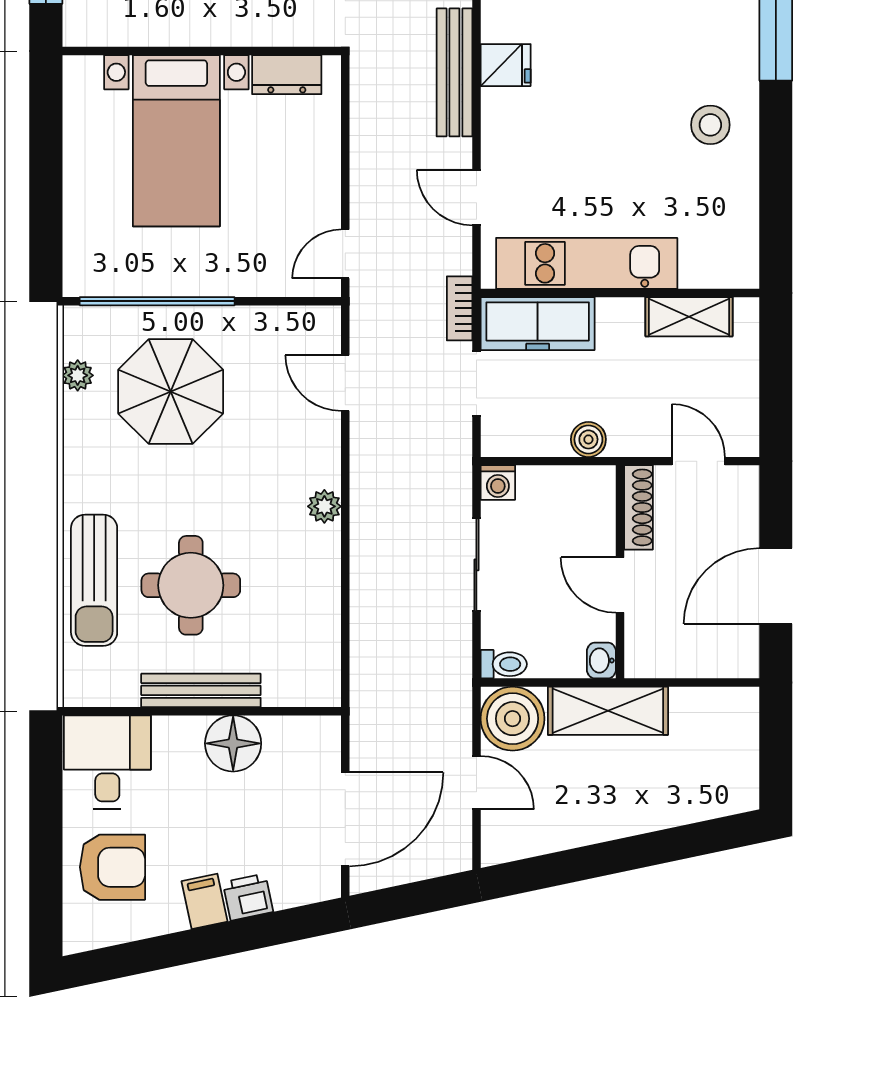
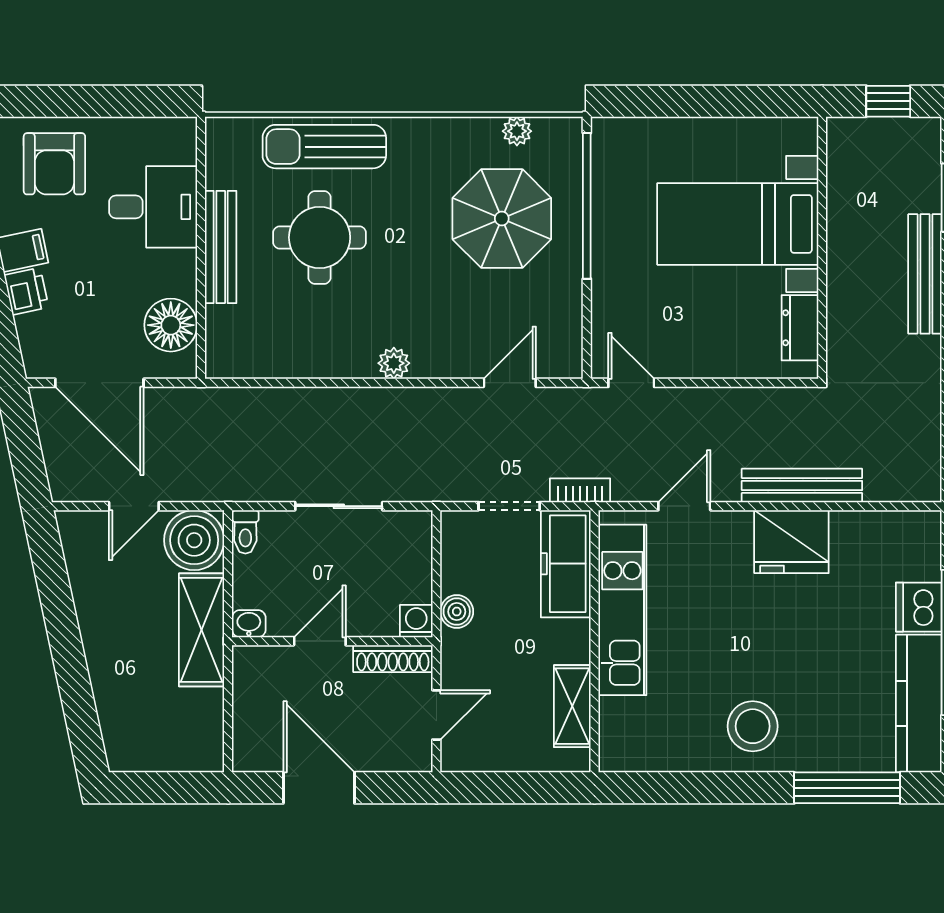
fridge: (506, 65) -> (791, 542), width x1.88, depth x1.34
stool: (710, 125) -> (753, 726), width x1.38, depth x1.38
washing machine: (498, 483) -> (416, 621), moved, turned 90
floor lamp: (233, 743) -> (171, 325), moved
desk: (107, 762) -> (153, 207), moved

